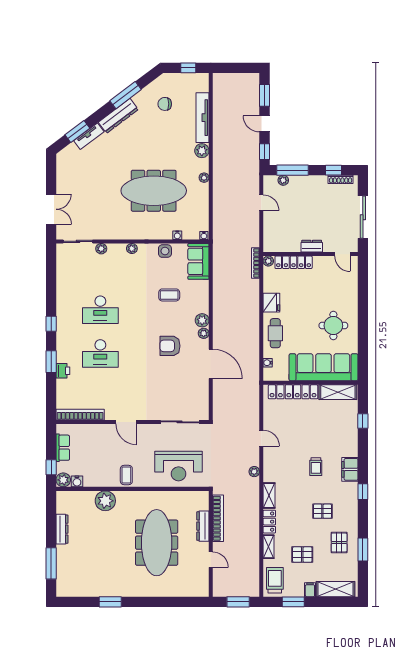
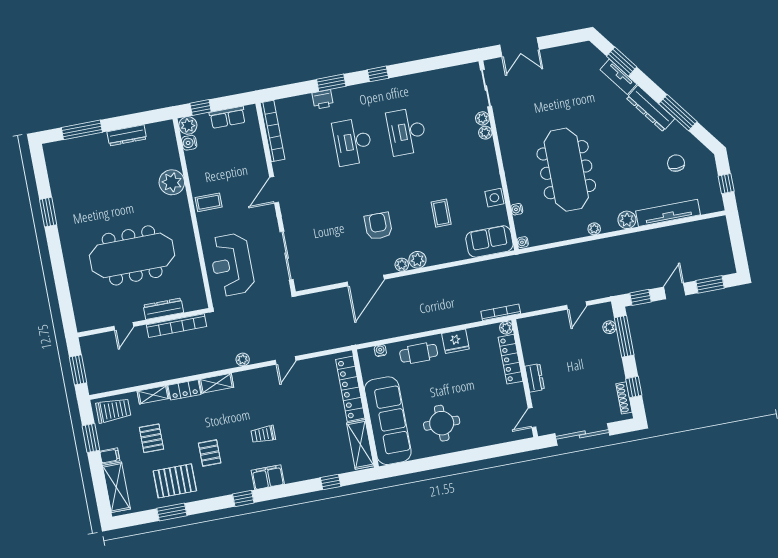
plant: (132, 249) -> (485, 133), moved
pallet: (339, 543) -> (175, 481), width x1.50, depth x1.42

